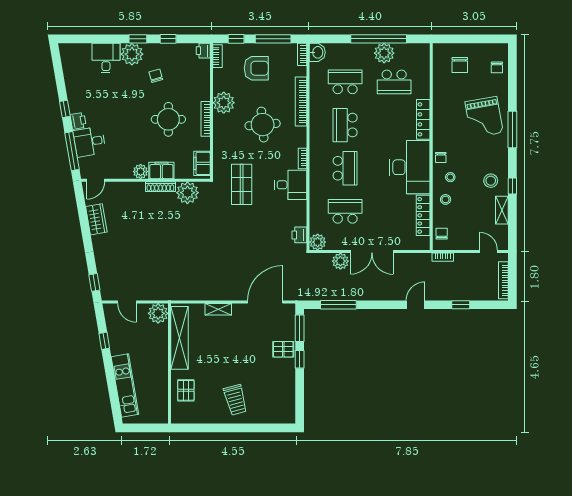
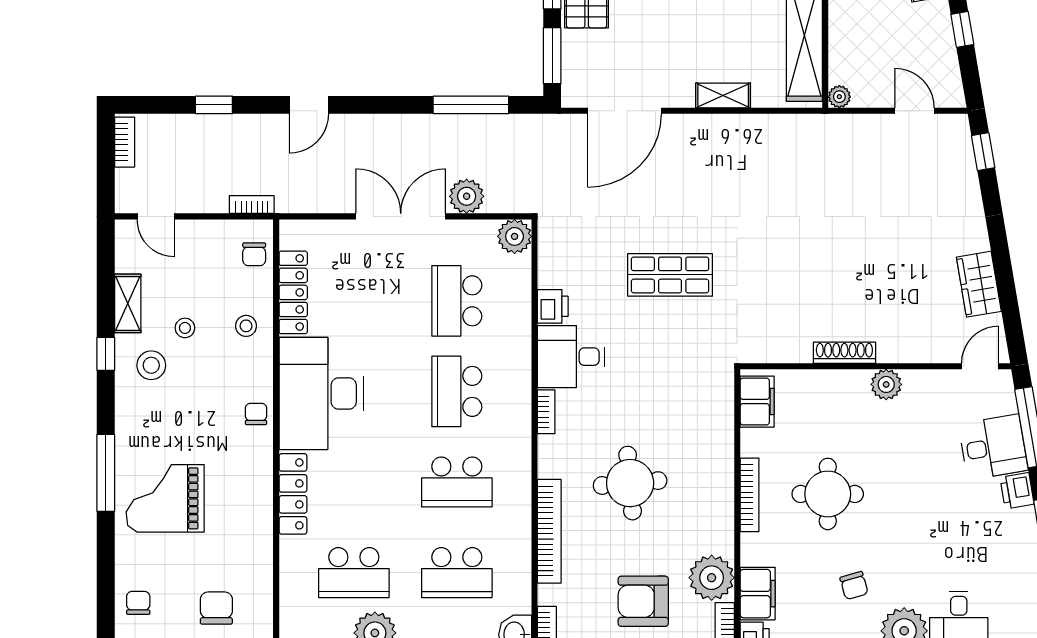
school desk: (394, 82) -> (354, 573), turned 180
plant: (224, 103) -> (712, 578), moved
grand piano: (484, 117) -> (165, 498), turned -80
school desk: (345, 125) -> (457, 482), turned 90
filing cabinet: (161, 170) -> (758, 594), moved, turned -90
stool: (450, 177) -> (185, 328), moved
shop shelf: (242, 184) -> (670, 275), moved, turned 90
plant: (187, 193) -> (788, 340), removed
school desk: (345, 211) -> (457, 301), turned 90
printer: (299, 235) -> (553, 306), moved
bookcase: (503, 280) -> (125, 142), width x0.64
plant: (158, 313) -> (839, 97), width x0.53, depth x0.53

